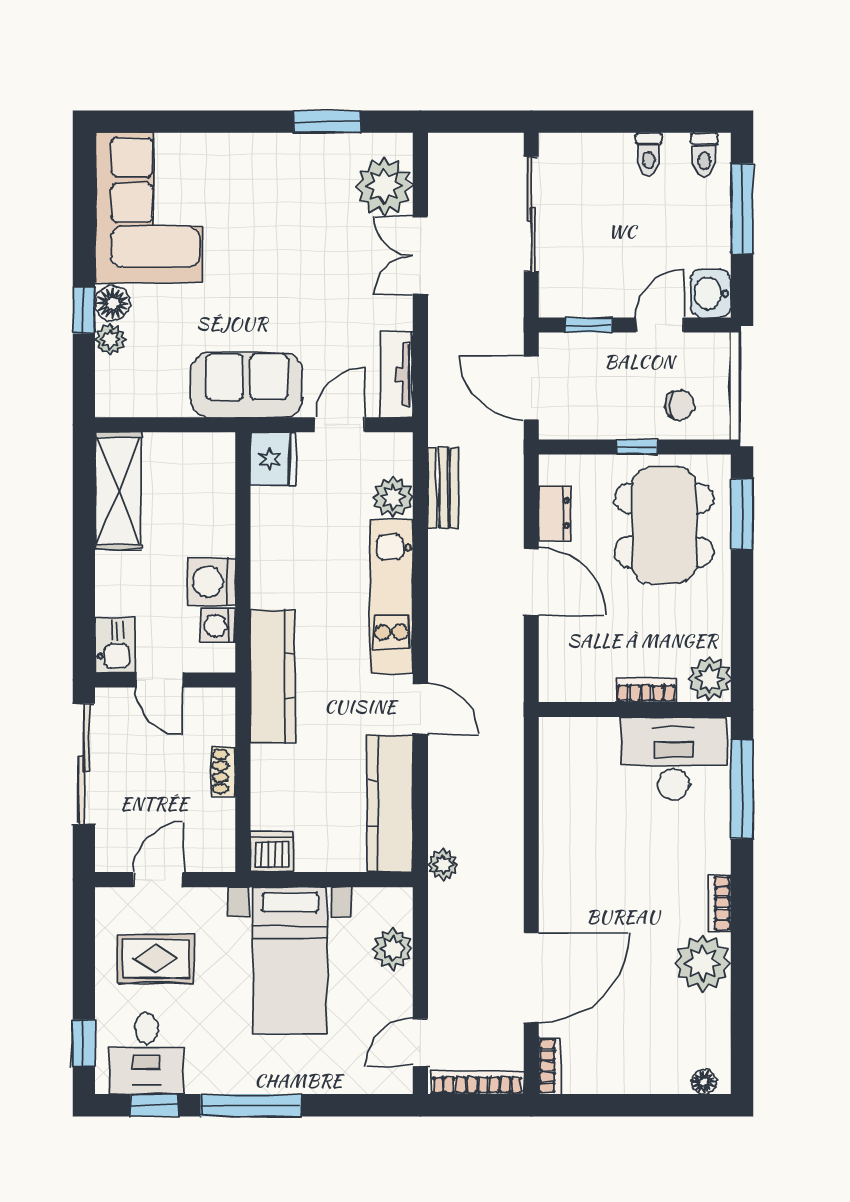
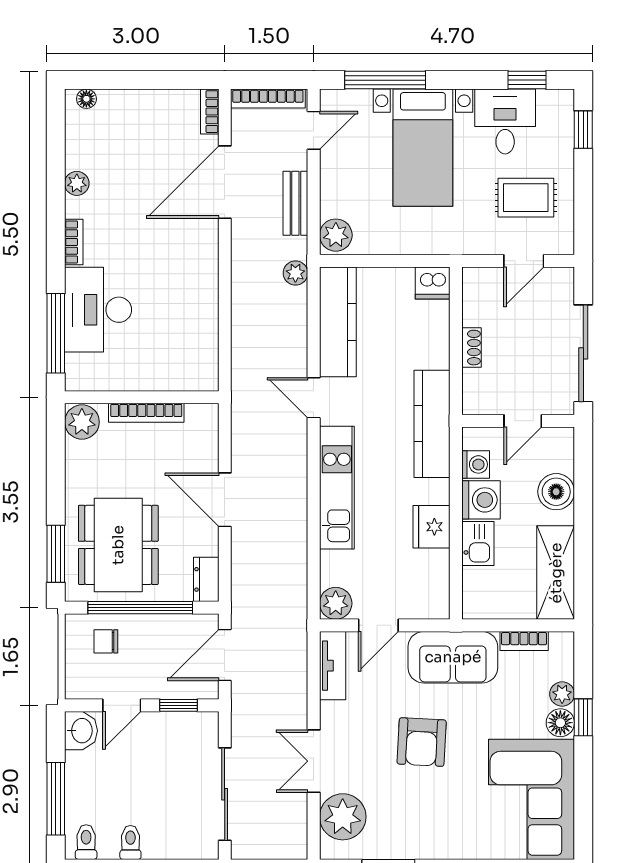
double door: (420, 255) -> (314, 761), swing flipped
armchair: (286, 279) -> (422, 742), added
door: (531, 388) -> (225, 655), swing flipped
bookcase: (158, 405) -> (524, 641), added
window: (637, 447) -> (140, 608), width x3.17
fridge: (273, 459) -> (432, 527), moved
bench: (443, 488) -> (295, 203), moved
plant: (393, 497) -> (336, 603), moved
dresser: (554, 513) -> (206, 579), moved
boiler: (118, 592) -> (556, 492), added
kitchen sink: (115, 645) -> (478, 544), moved, turned 180
door: (159, 680) -> (523, 421), swing flipped
bookcase: (646, 690) -> (146, 413), width x1.56
desk: (673, 759) -> (98, 310), moved, turned 90
plant: (393, 949) -> (336, 235), moved
bed with nightstands: (290, 960) -> (423, 148), moved, turned 180
plant: (703, 963) -> (77, 183), width x0.53, depth x0.53
desk: (146, 1054) -> (505, 122), moved
window: (251, 1105) -> (385, 80), moved

